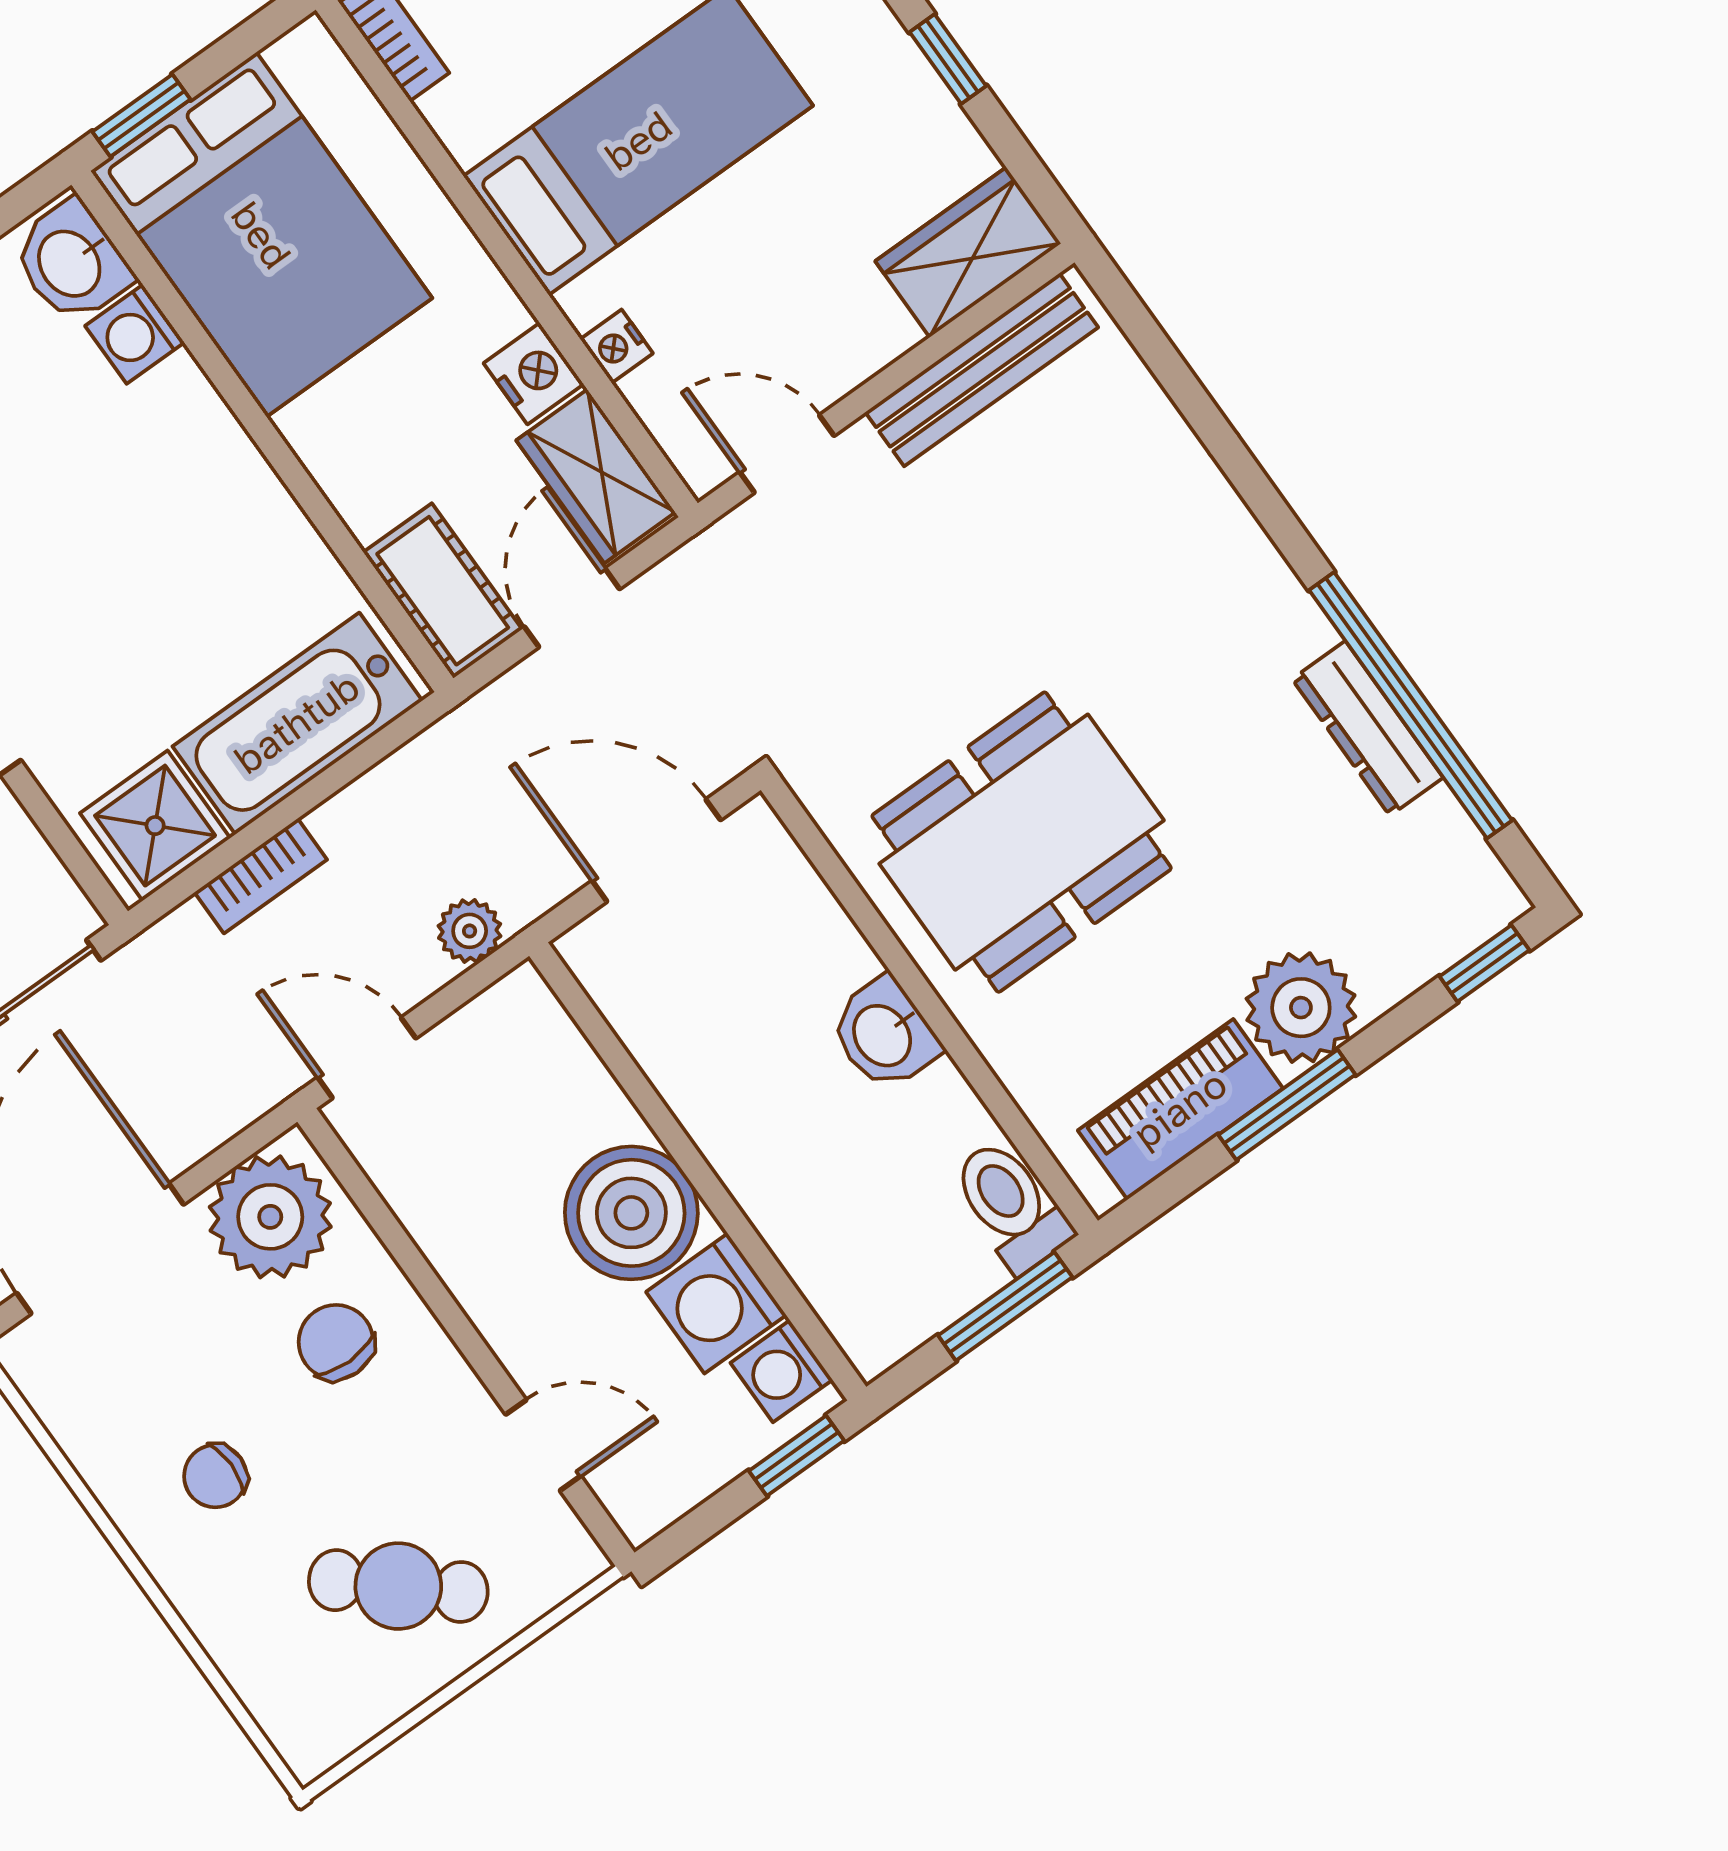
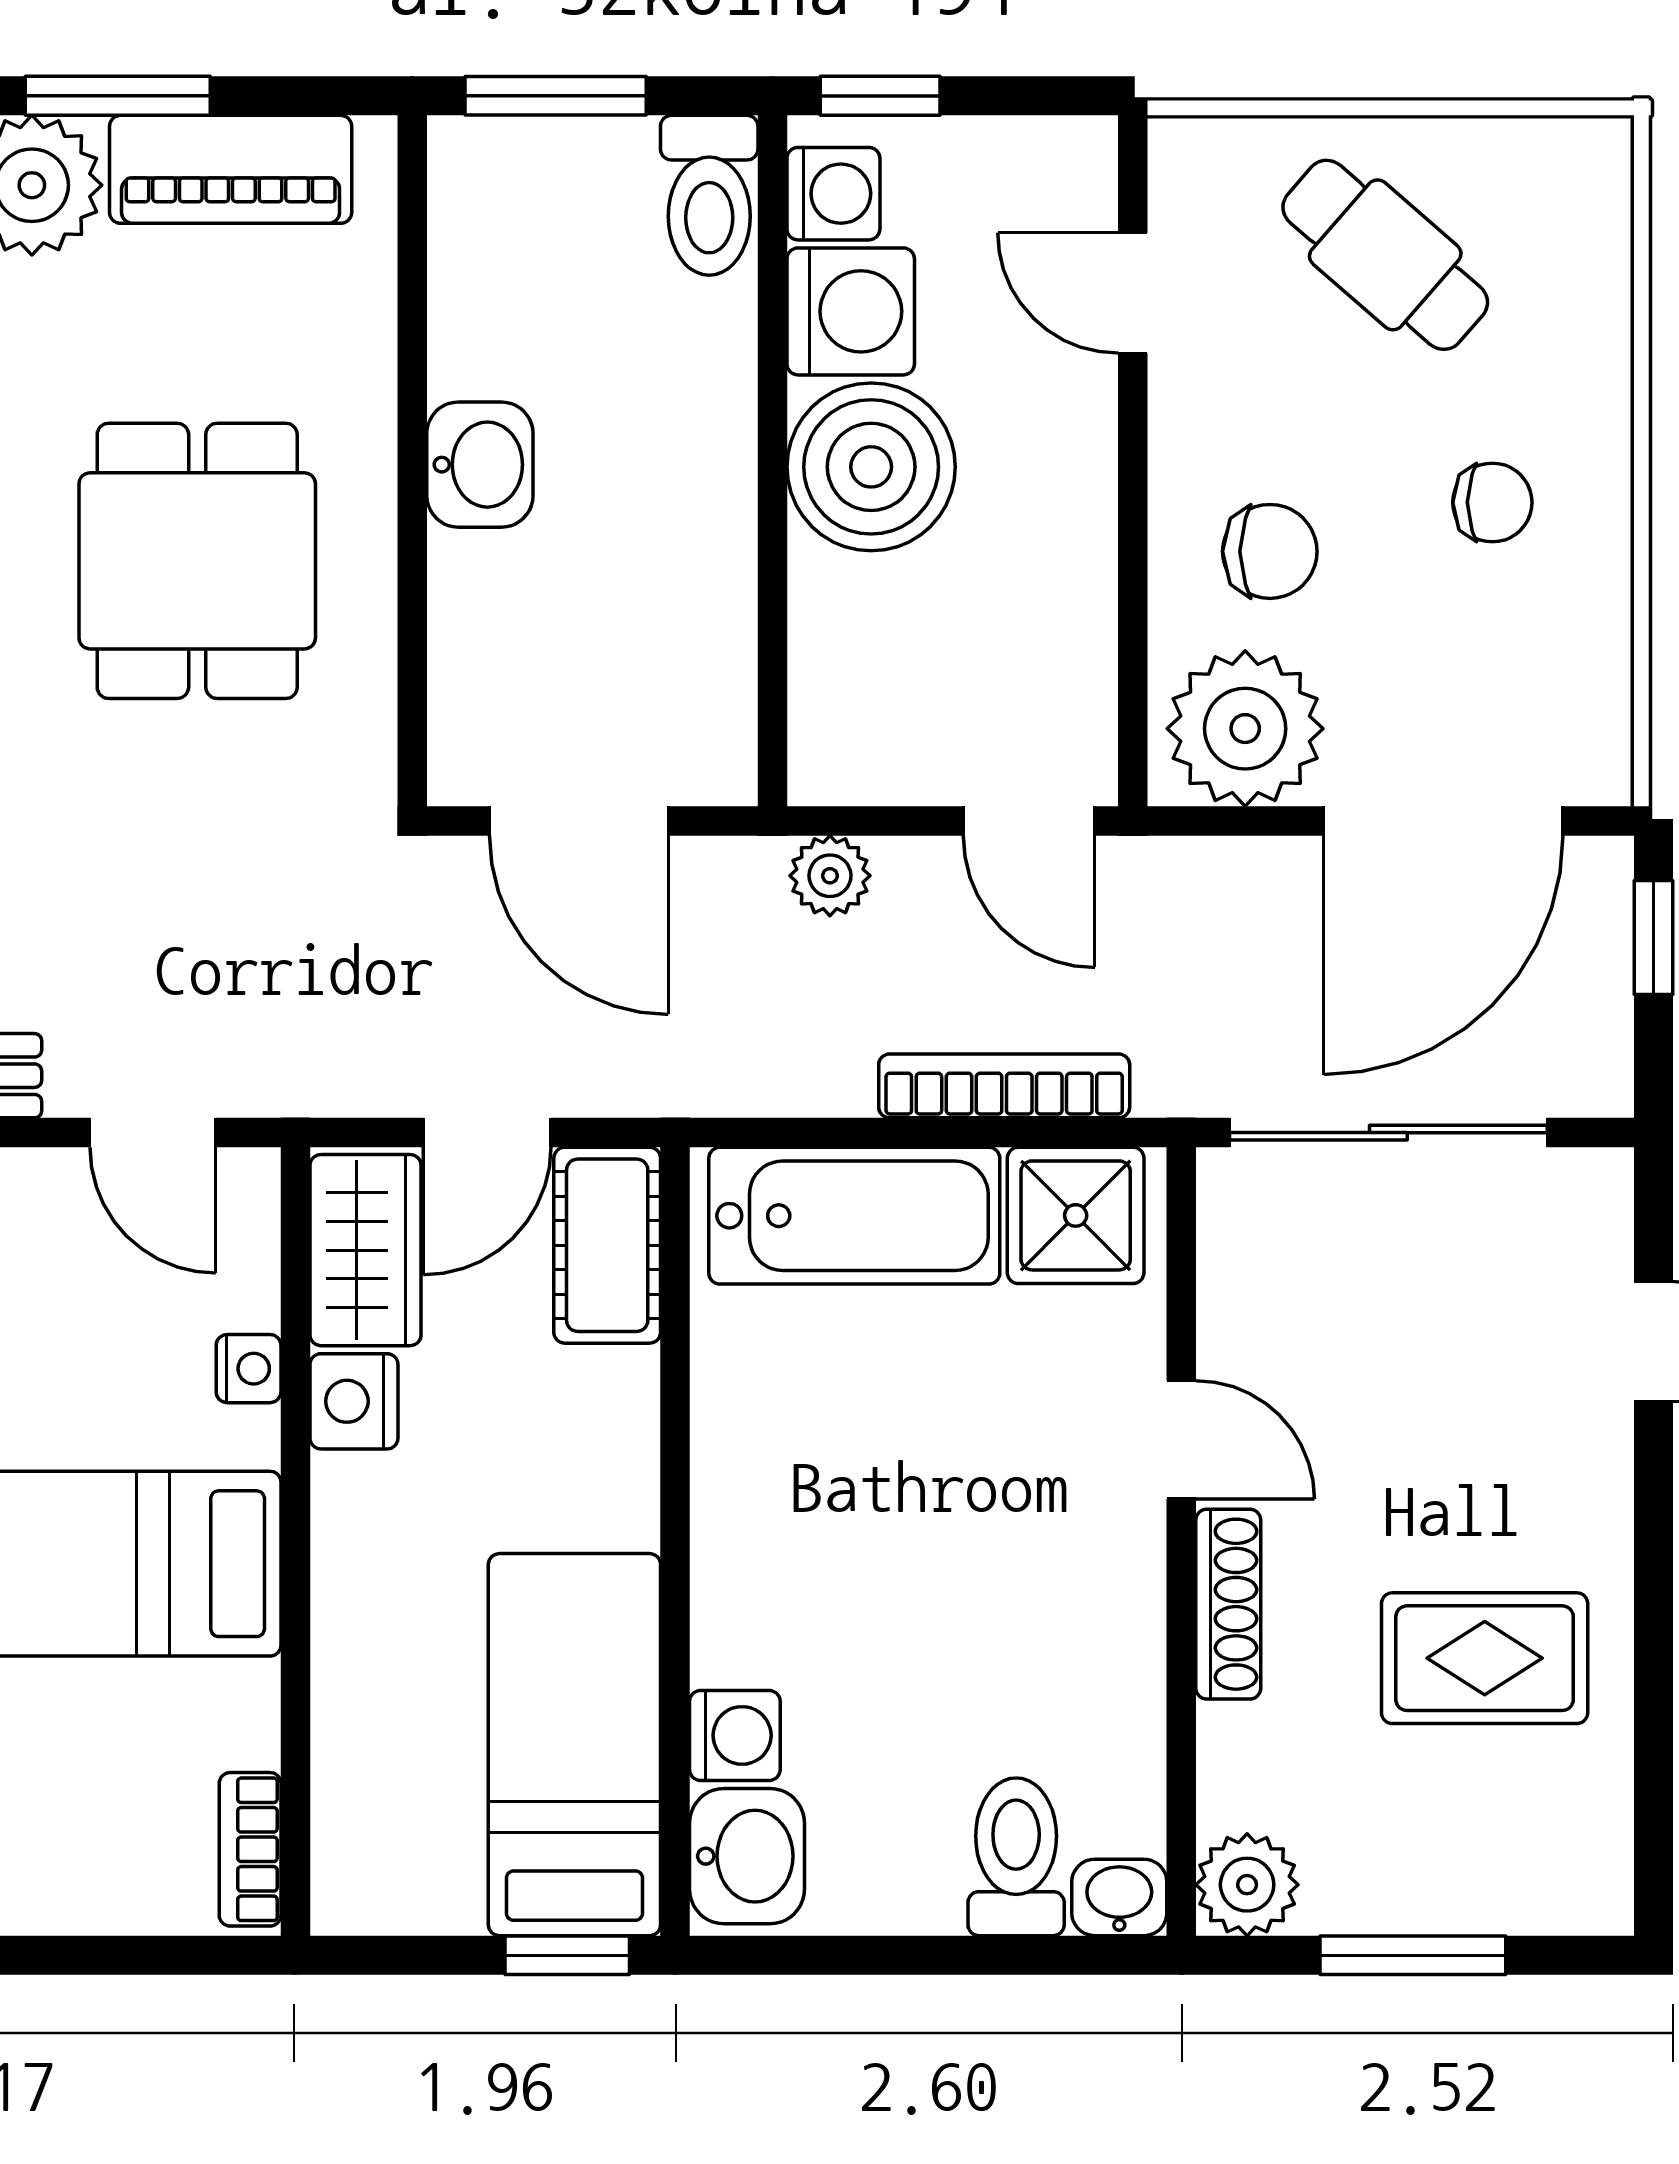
bed: (261, 235) -> (574, 1745), width x0.67
dining table: (1022, 842) -> (197, 561), width x0.73
bookcase: (261, 876) -> (1004, 1086), width x1.56
toilet: (1011, 1205) -> (709, 195), moved
chair: (336, 1342) -> (1270, 551), turned -90

